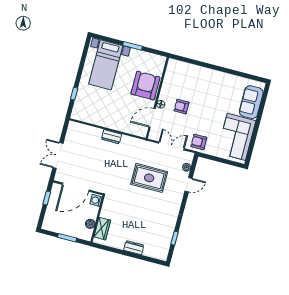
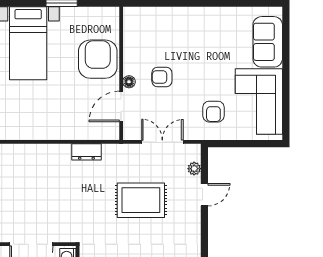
dresser: (112, 137) -> (86, 152), moved
armchair: (199, 142) -> (213, 112), moved, turned -90

